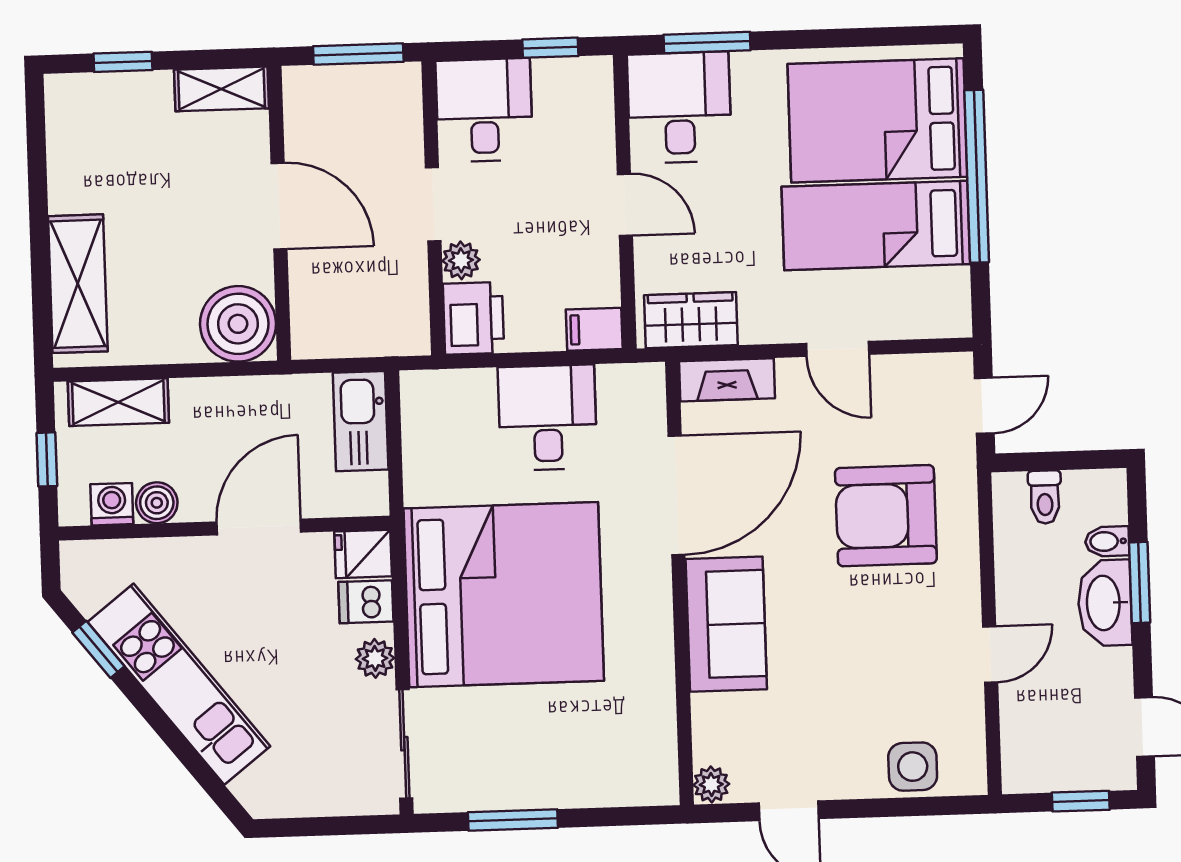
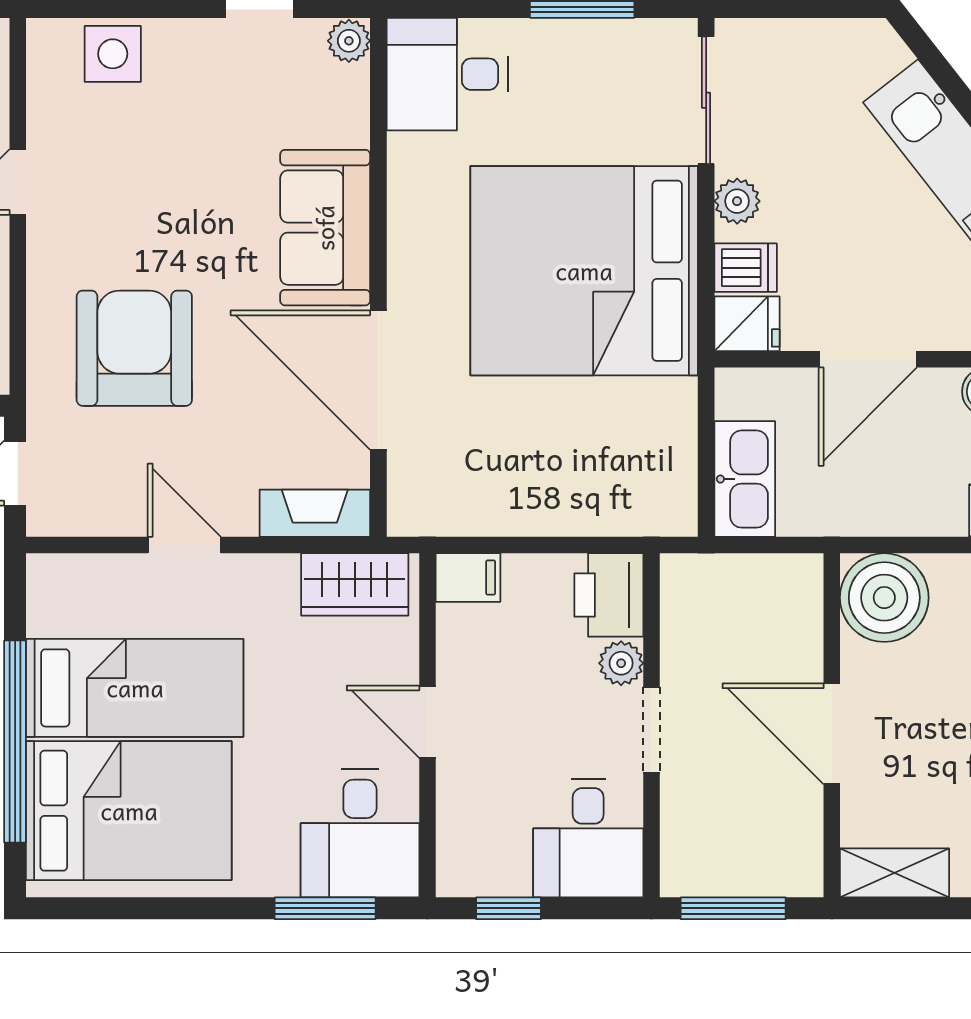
desk: (548, 417) -> (447, 74), moved, turned 90
door: (676, 495) -> (378, 380), hinge flipped
armchair: (886, 516) -> (134, 348), turned -90

